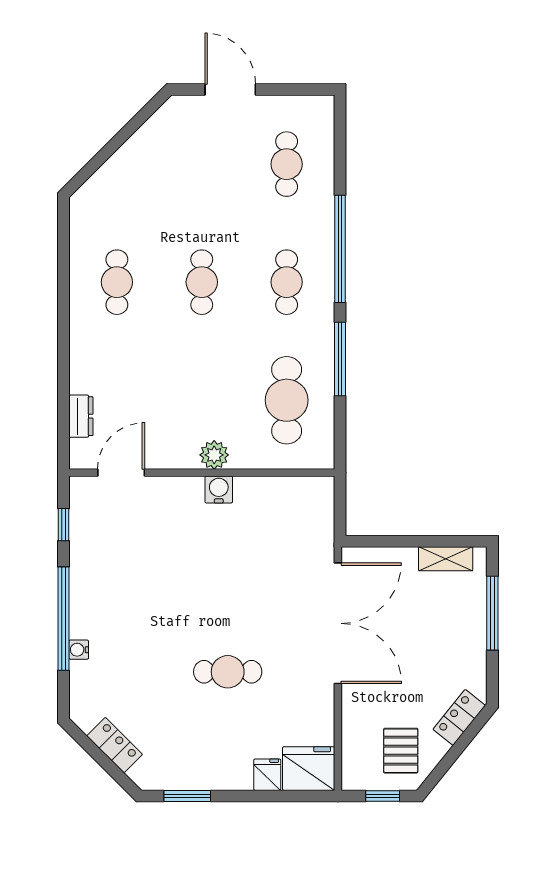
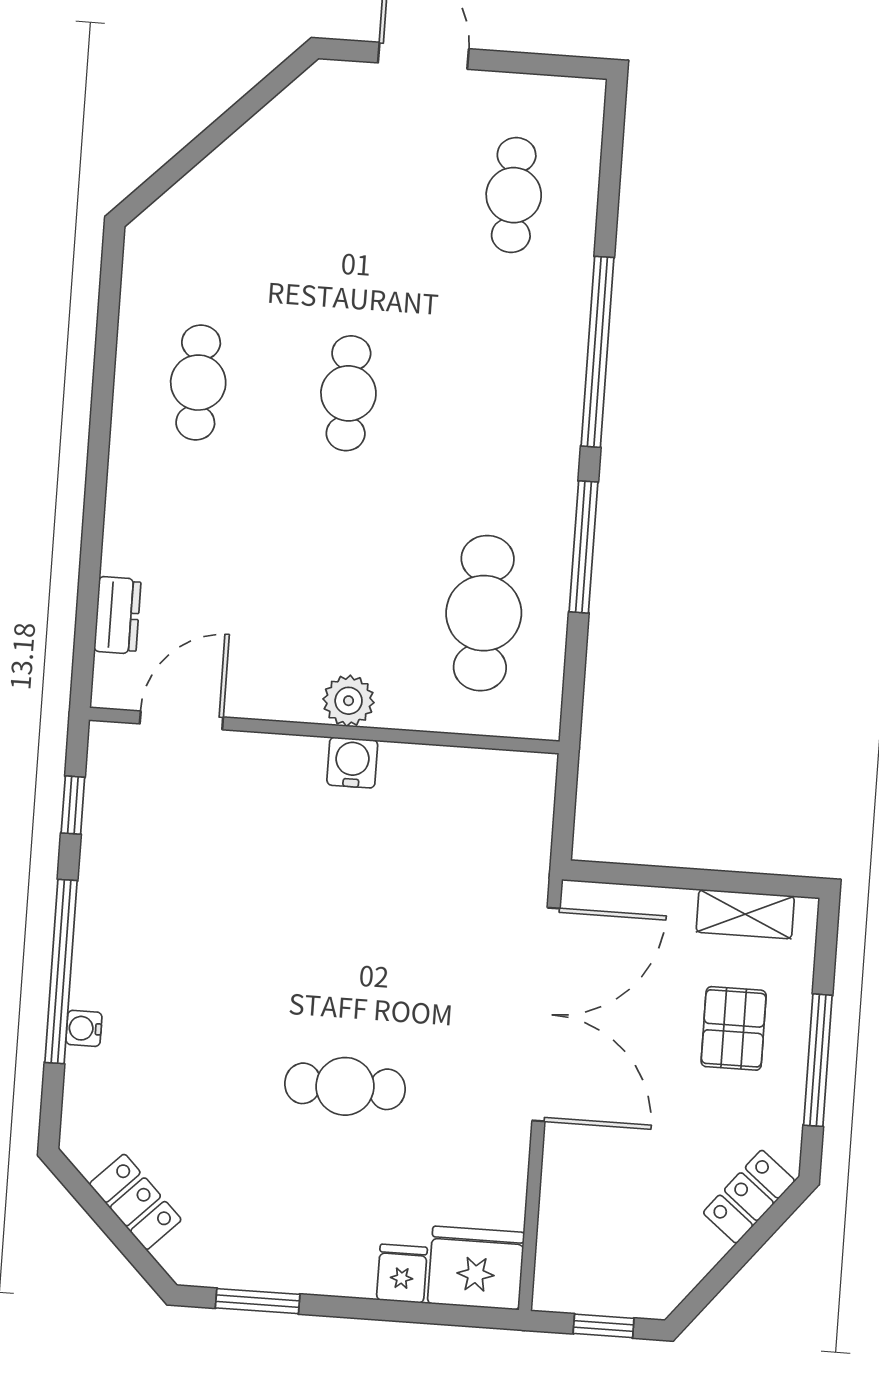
cafe table: (287, 282) -> (499, 404), removed
window: (492, 613) -> (818, 1060), moved
pallet: (401, 751) -> (734, 1028), moved

